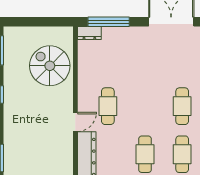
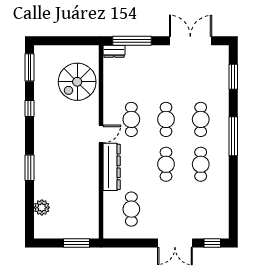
spiral stairs: (50, 66) -> (77, 82), turned -90
cafe table: (145, 106) -> (166, 119), added

